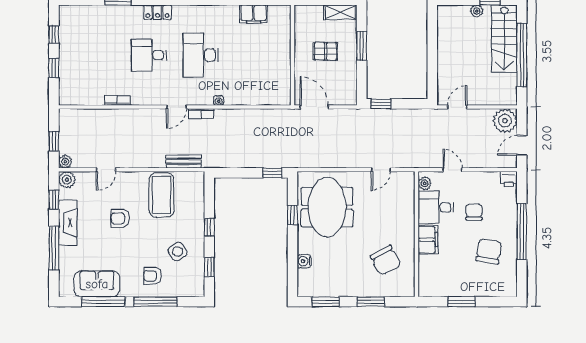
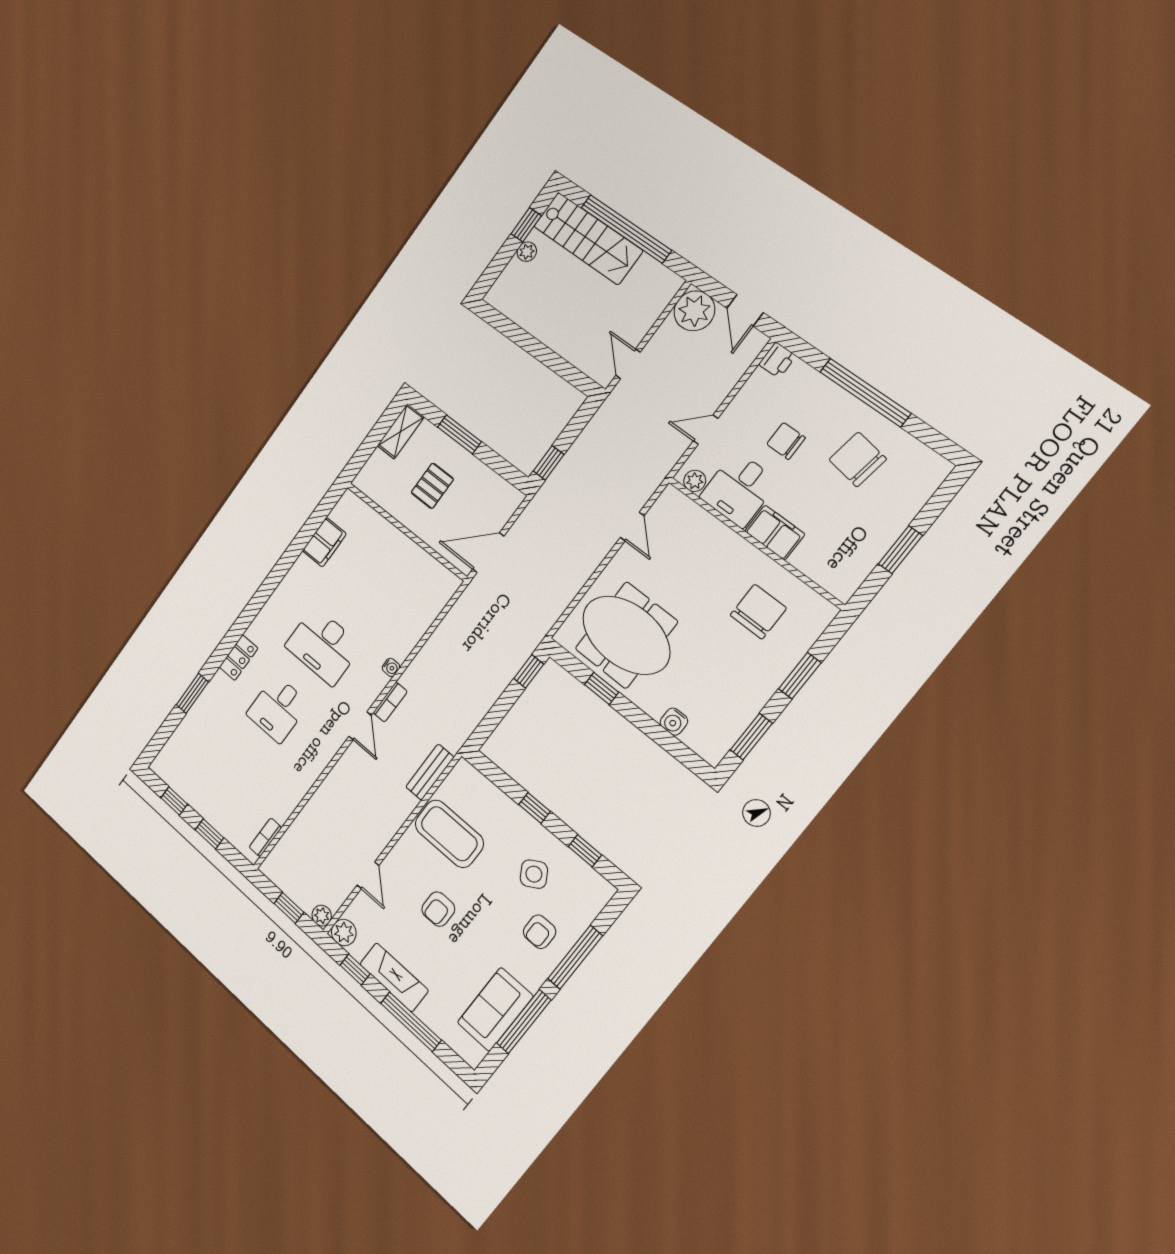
bookcase: (117, 100) -> (265, 837), moved
chair: (386, 260) -> (758, 612), turned -61

